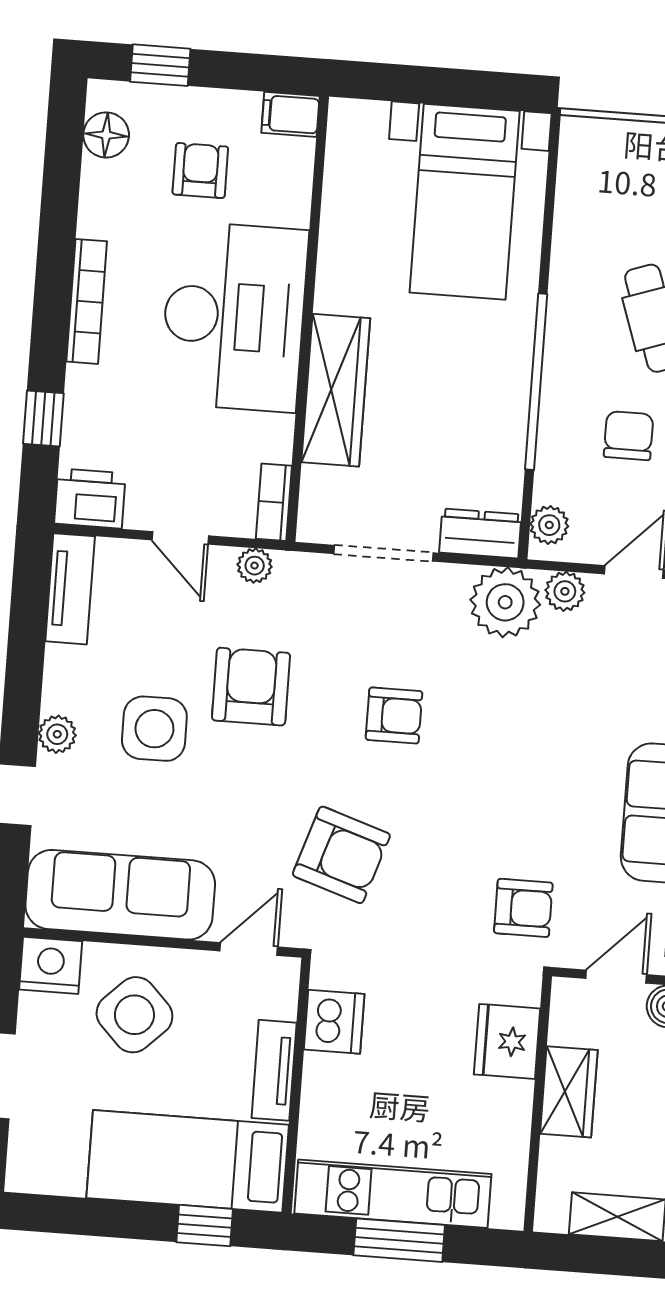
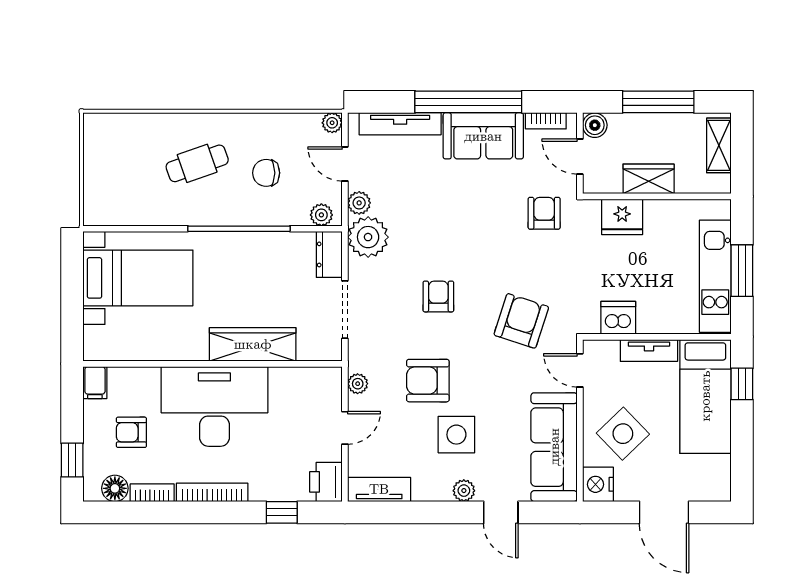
bookcase: (274, 502) -> (152, 493), moved, turned 180

